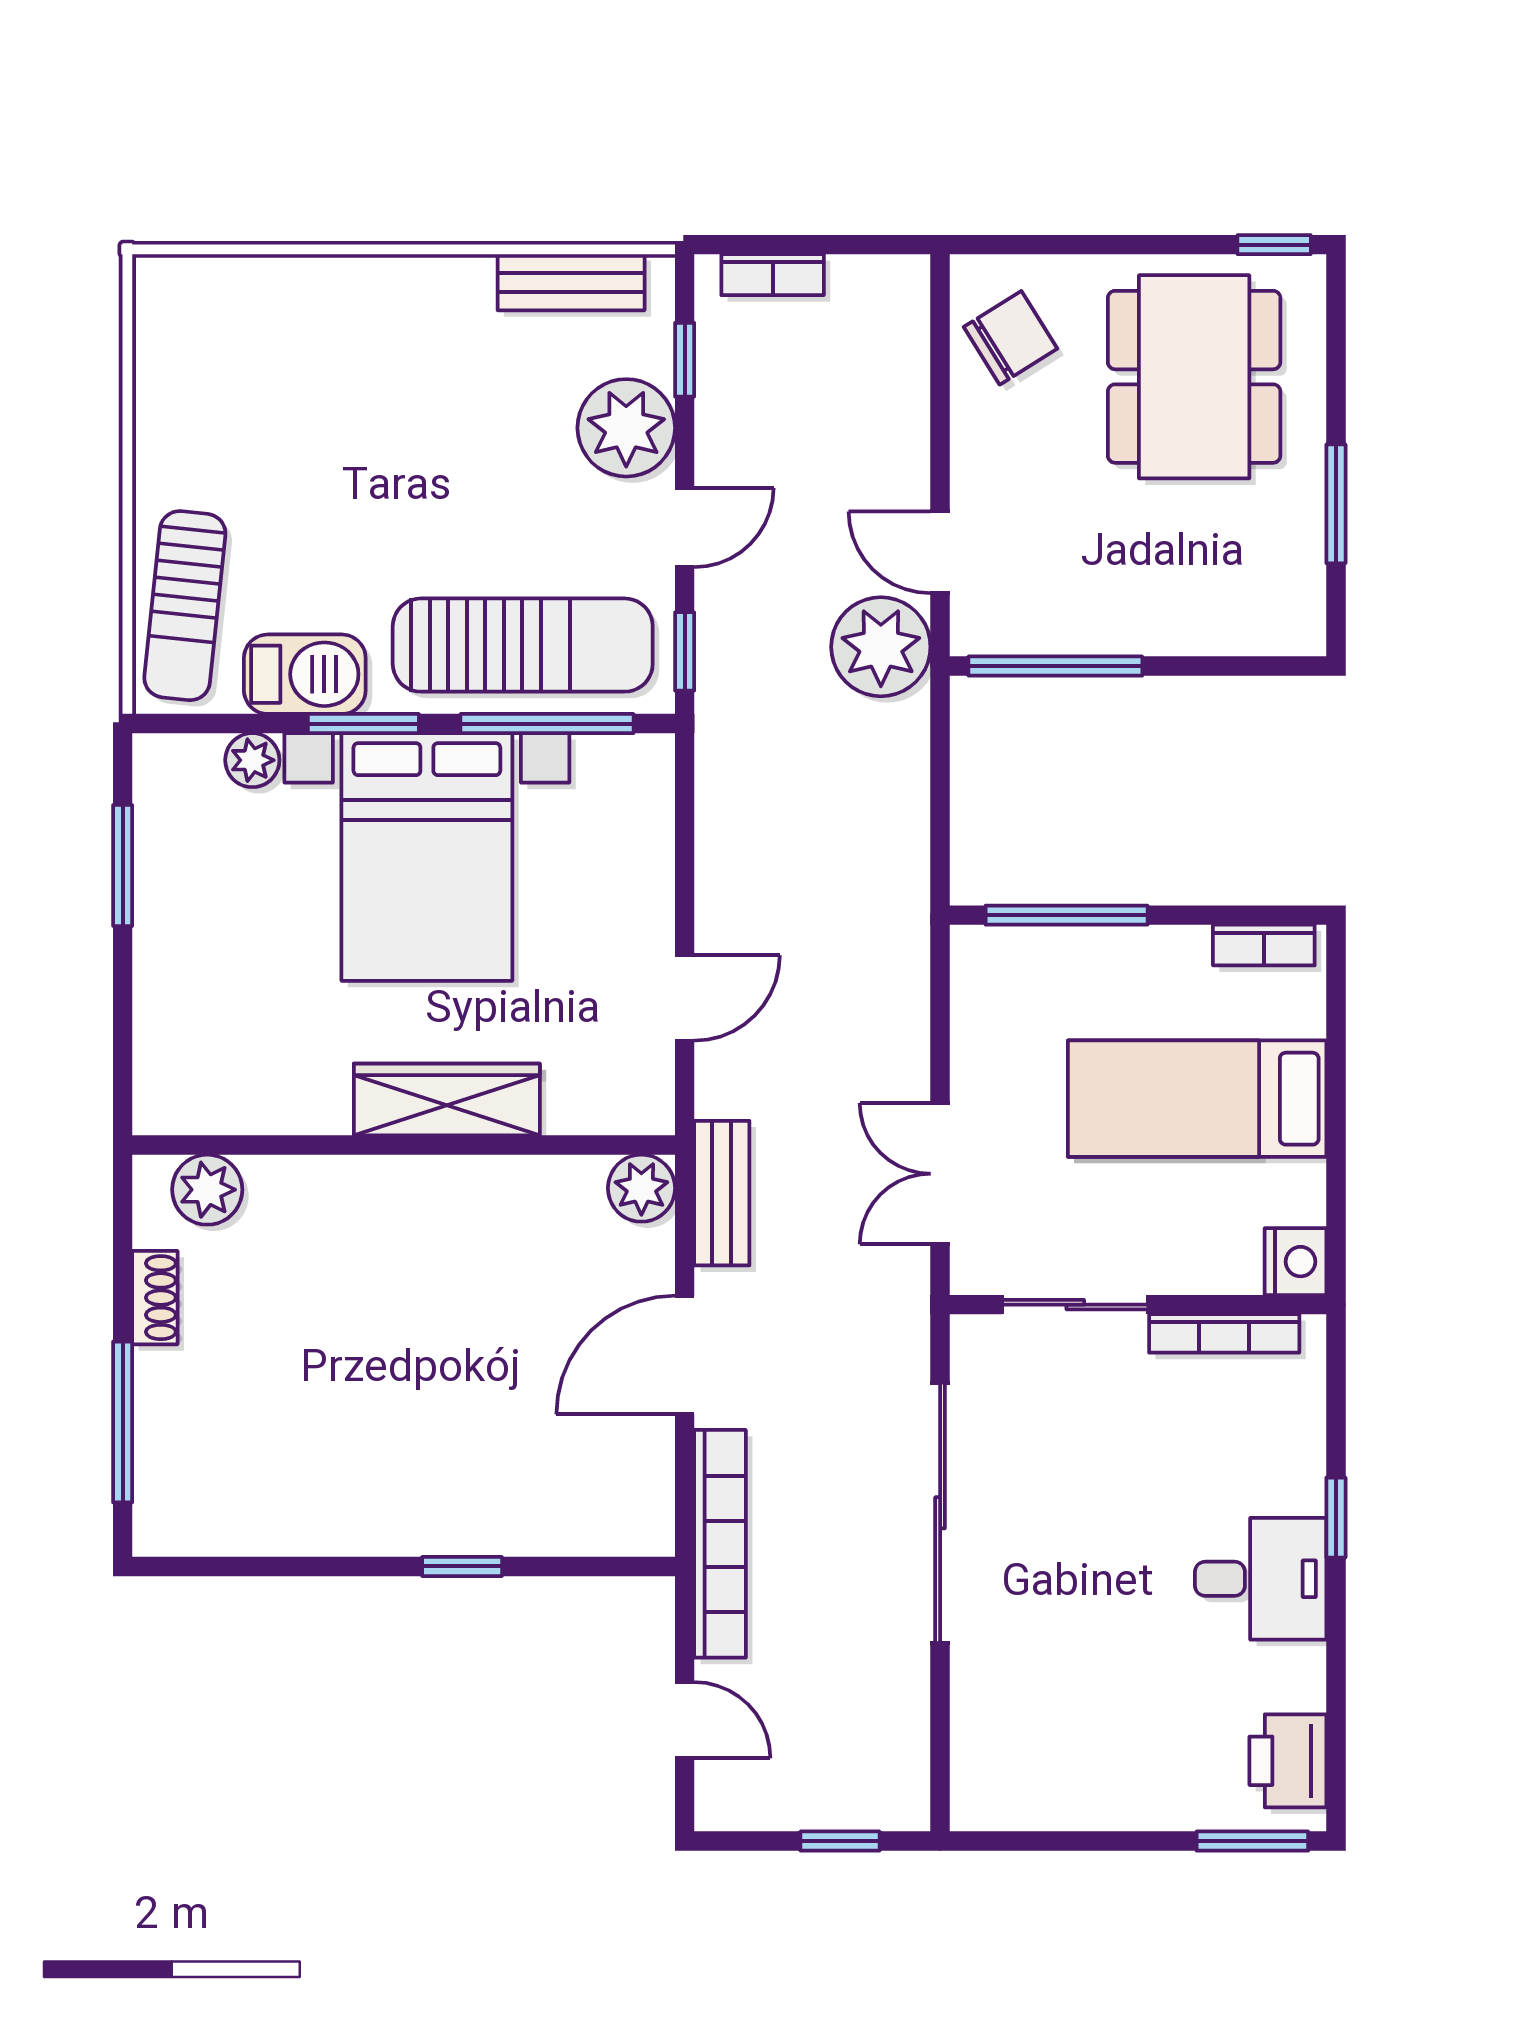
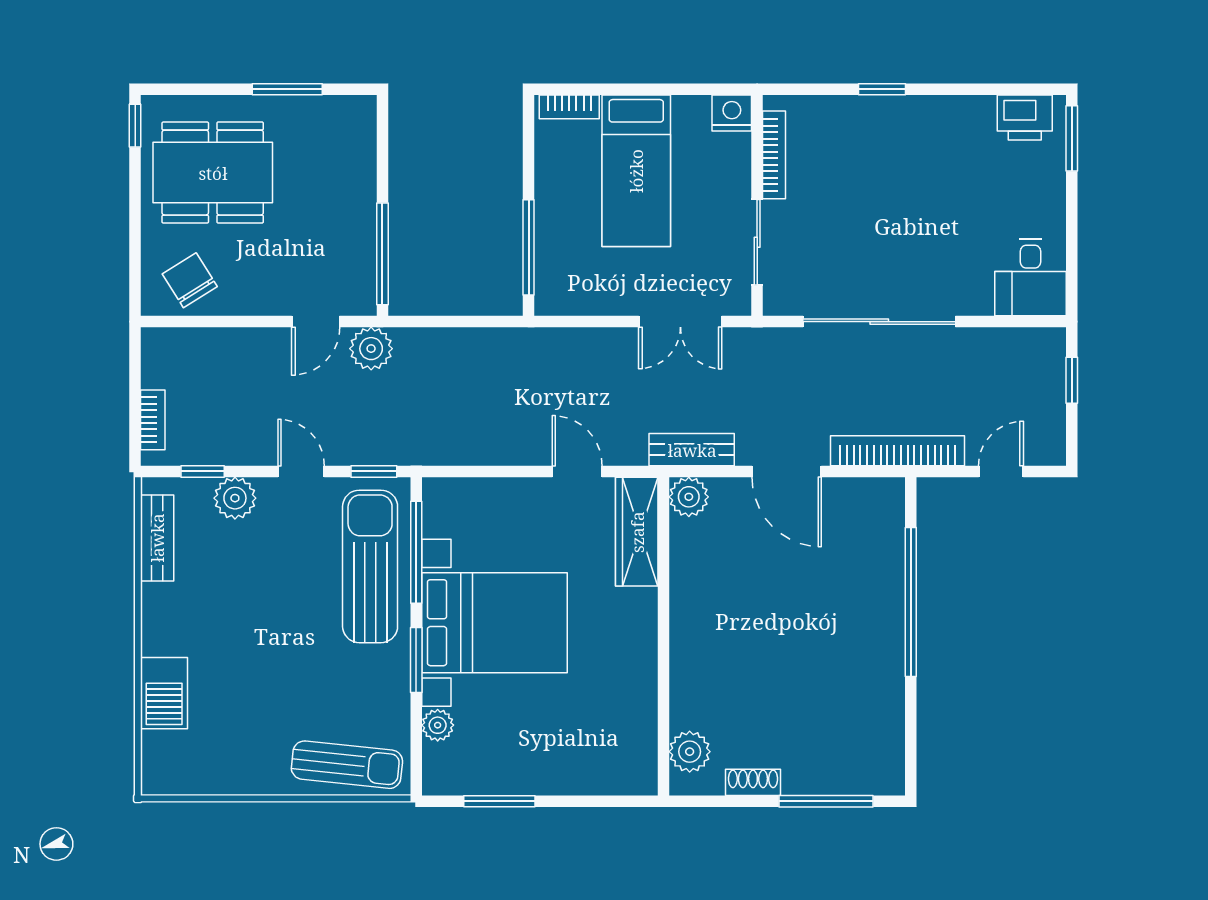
plant: (626, 428) -> (235, 498), width x0.73, depth x0.73
plant: (881, 647) -> (371, 349), width x0.73, depth x0.73
barbecue: (305, 674) -> (164, 693), moved, turned 180
bookcase: (1264, 945) -> (569, 107), moved, turned 90
wardrobe: (447, 1099) -> (637, 532), moved
window: (462, 1566) -> (911, 602), width x3.17
desk: (1261, 1579) -> (1030, 277), moved, turned 180

